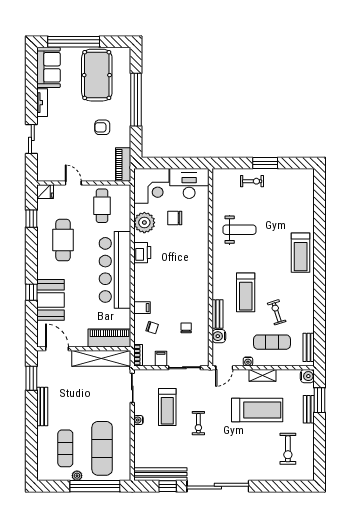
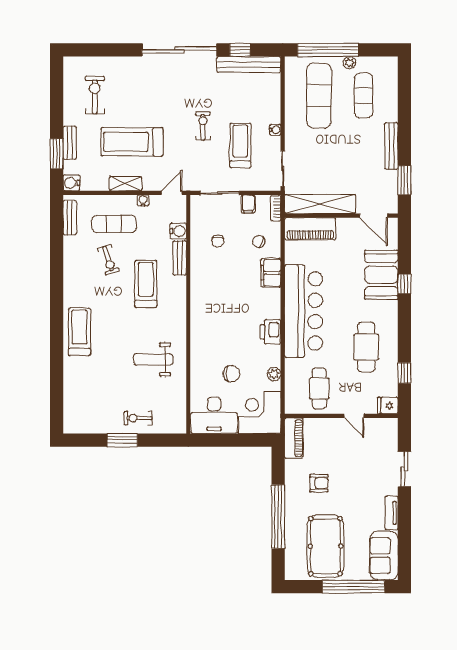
plant: (144, 223) -> (274, 374), width x0.53, depth x0.53
filing cabinet: (142, 308) -> (271, 273), width x2.00

